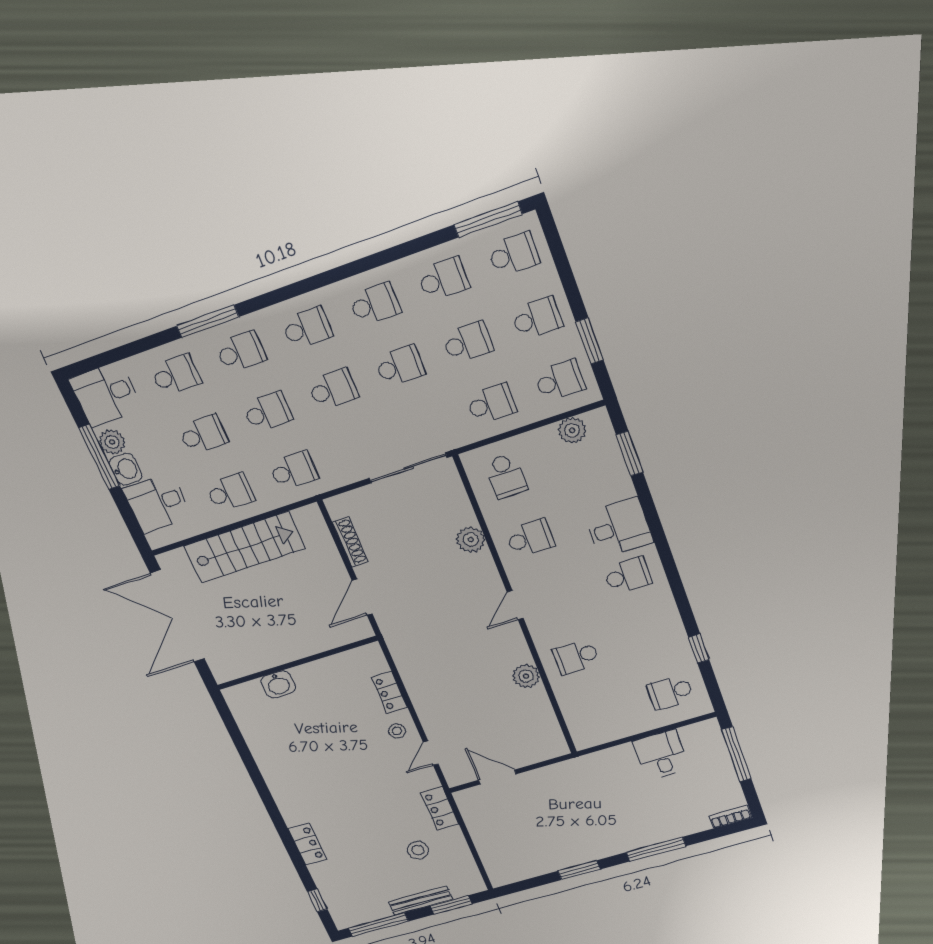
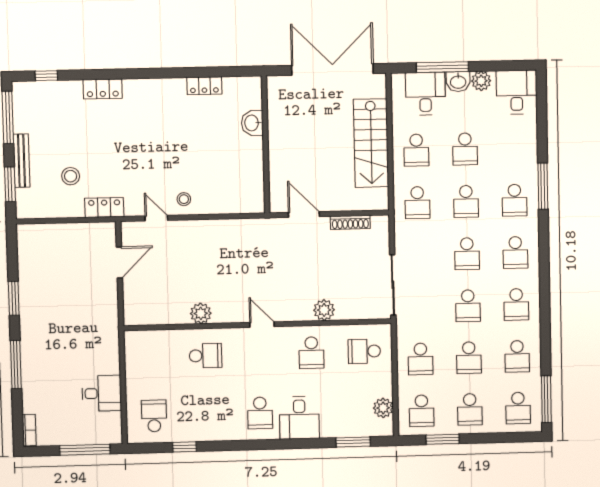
school desk: (176, 375) -> (514, 148), removed
window: (99, 457) -> (442, 67), moved
school desk: (576, 657) -> (205, 356), turned 90
locker: (389, 692) -> (204, 86), moved, turned 180

